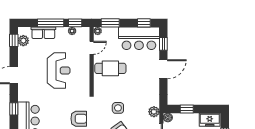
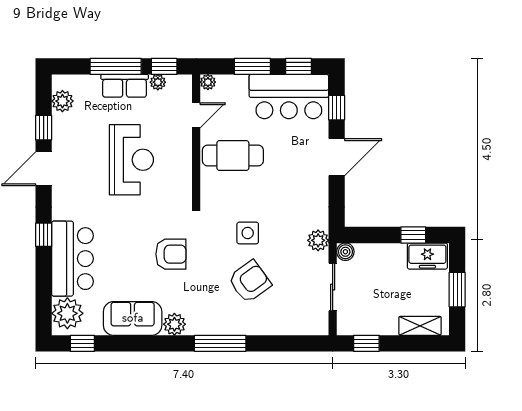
window: (110, 23) -> (252, 66), moved
row of seats: (43, 33) -> (125, 86), moved
window: (14, 40) -> (44, 128), moved
window: (187, 109) -> (413, 235), moved

